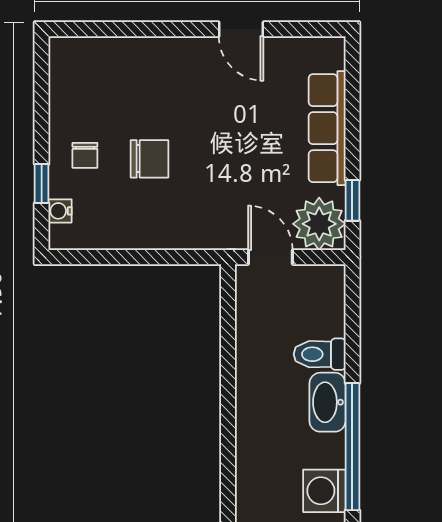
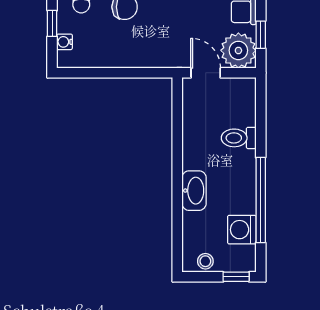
washbasin: (327, 402) -> (194, 191), moved, turned 180

